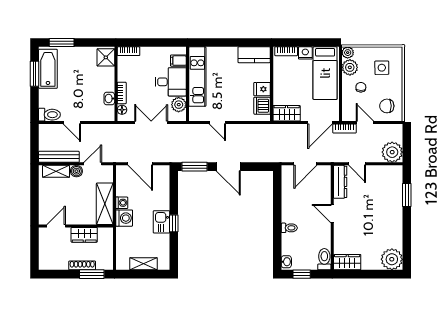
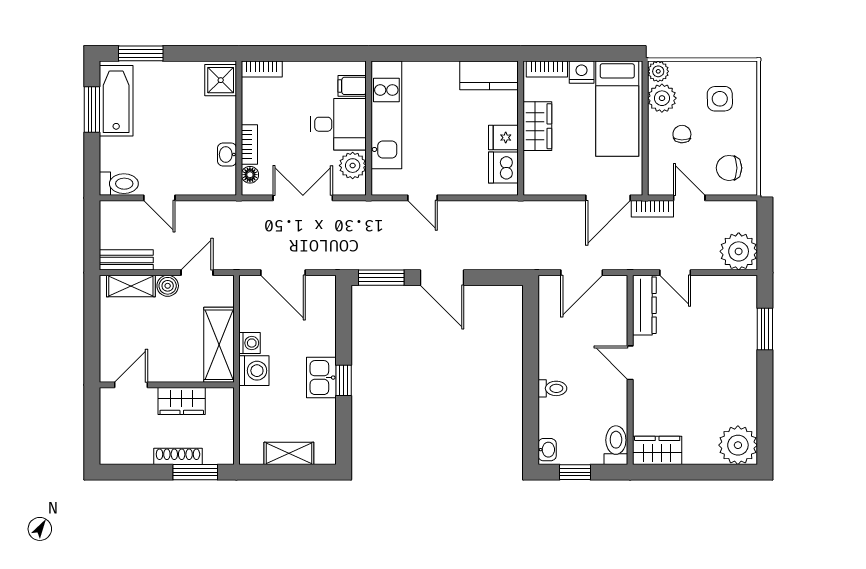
wardrobe: (287, 113) -> (537, 126), moved, turned 90
bench: (59, 157) -> (126, 260), width x0.73

